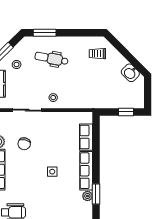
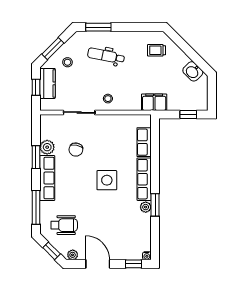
filing cabinet: (95, 101) -> (154, 102), added
side table: (52, 172) -> (107, 180), width x1.87, depth x1.87

